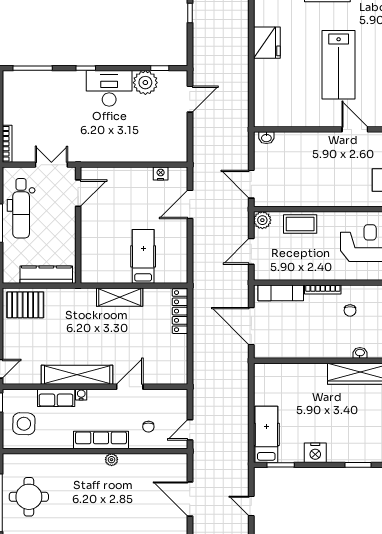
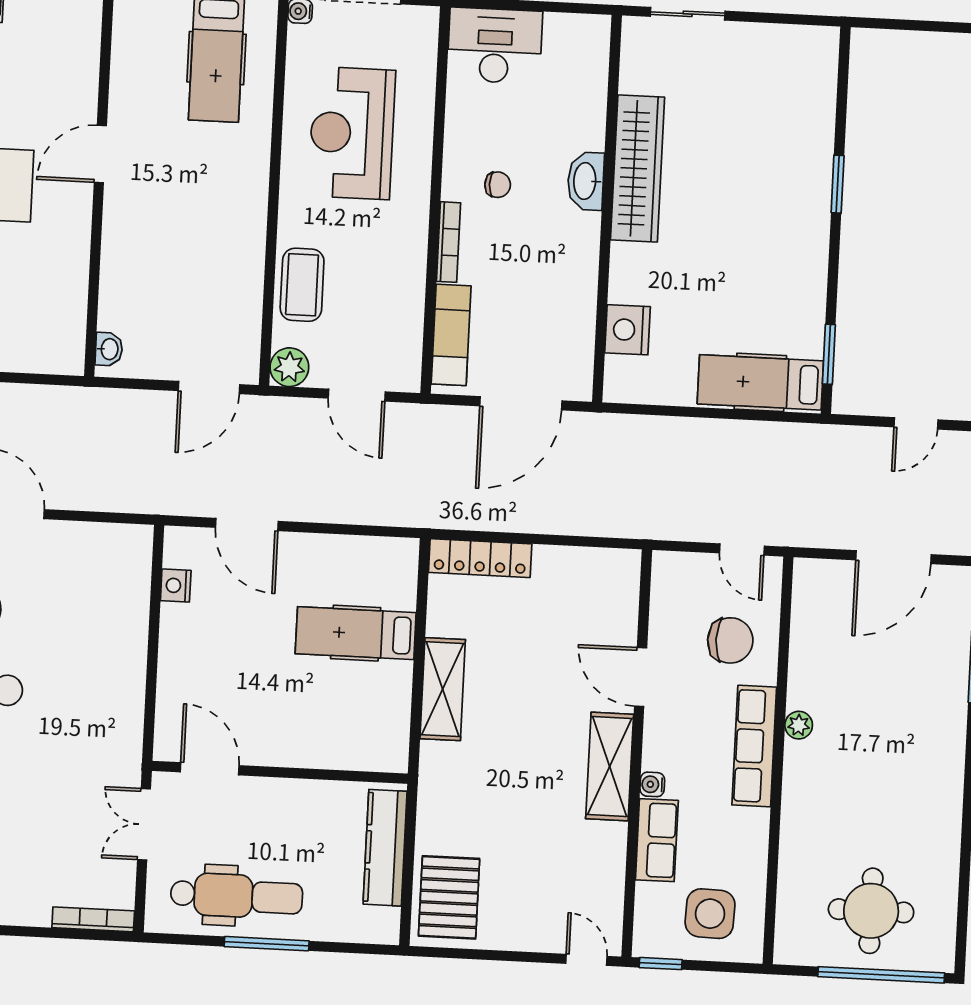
washbasin: (360, 353) -> (586, 181), width x1.91, depth x1.45
shelving: (77, 375) -> (610, 766), width x0.68
chair: (148, 427) -> (730, 640), width x1.87, depth x1.87
nightstand: (315, 453) -> (628, 330), moved, turned 180

